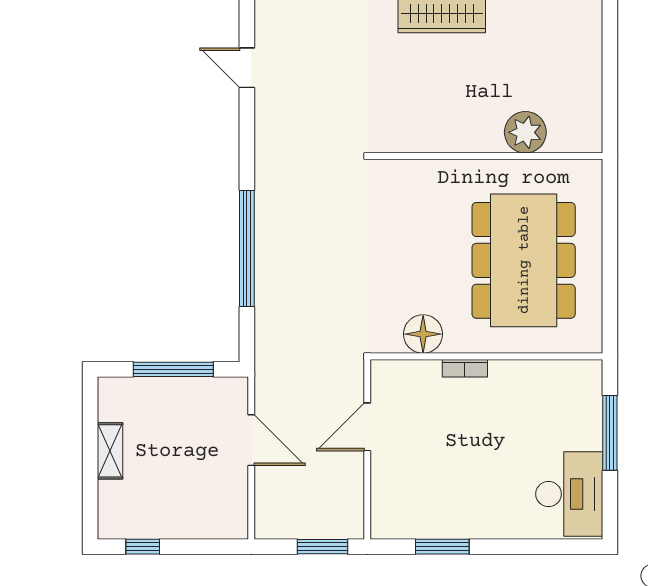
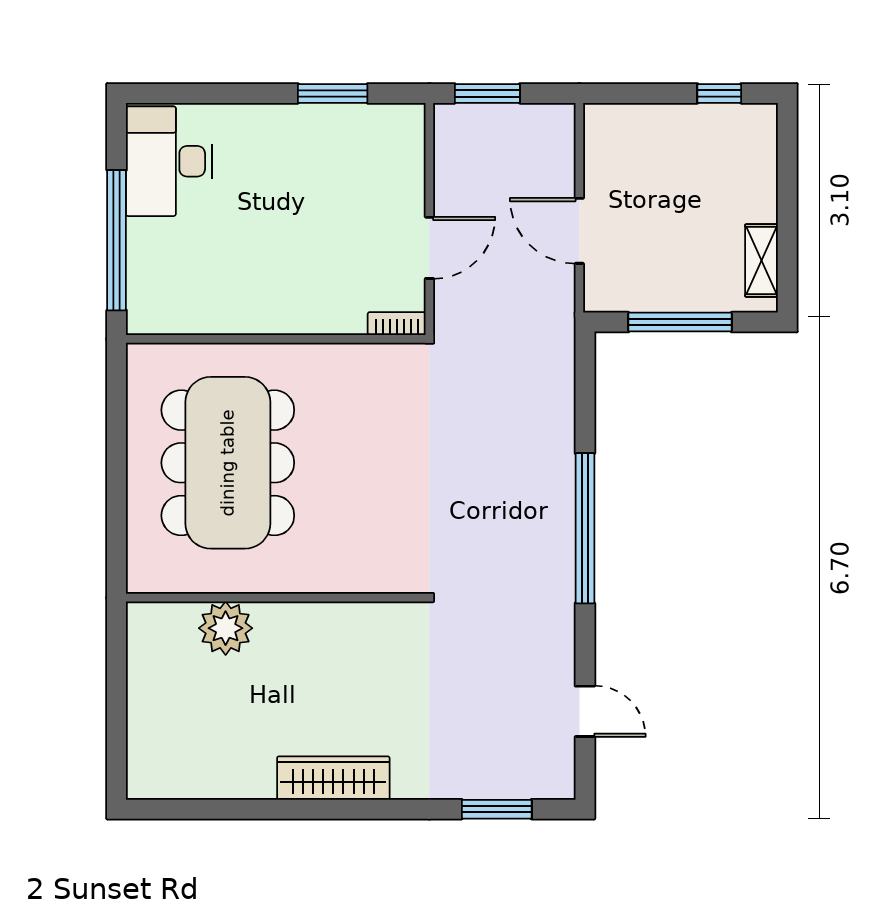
window: (247, 249) -> (585, 528), moved
floor lamp: (423, 334) -> (358, 368), removed
bookcase: (465, 368) -> (397, 324), moved
window: (610, 433) -> (117, 240), width x1.46
shelving: (110, 451) -> (762, 261), moved

